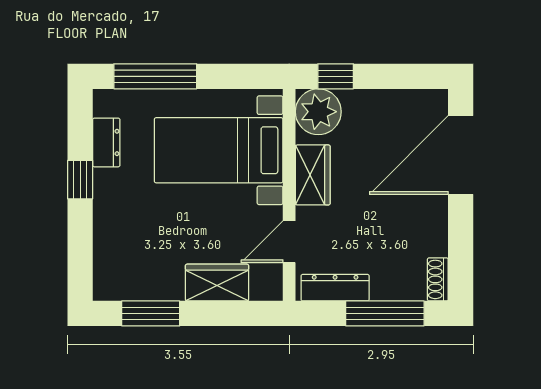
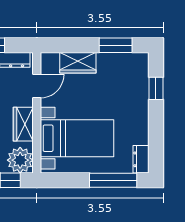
dresser: (106, 142) -> (141, 159), moved
window: (80, 180) -> (156, 88), moved

